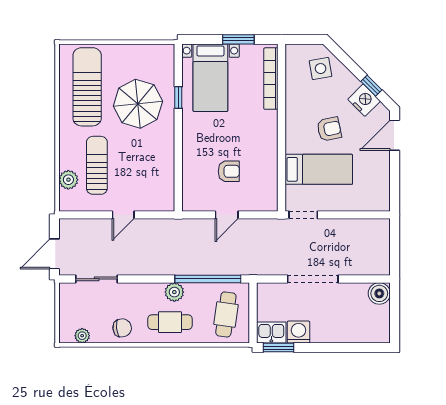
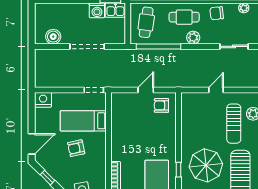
nightstand: (364, 100) -> (43, 100), moved, turned 135
armchair: (229, 171) -> (161, 105), moved
plant: (174, 292) -> (193, 38), moved
boiler: (379, 293) -> (53, 37), moved

